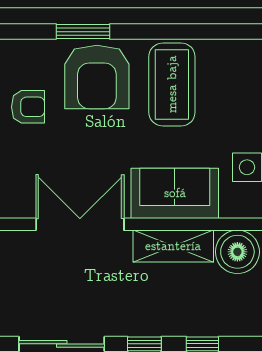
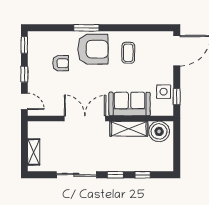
armchair: (97, 77) -> (93, 49), turned -90
coffee table: (172, 84) -> (128, 53), width x0.54, depth x0.58

